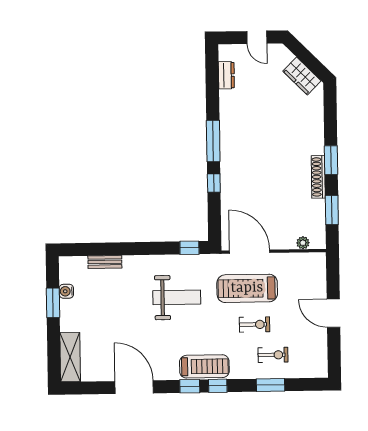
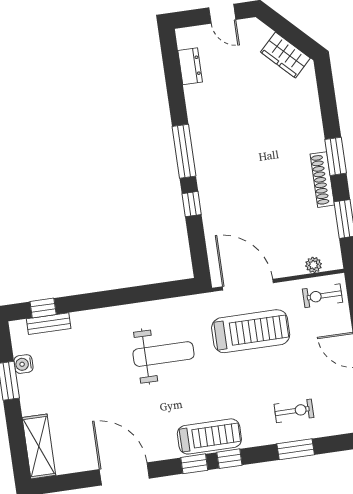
window: (189, 248) -> (43, 308), moved
bench: (105, 262) -> (49, 324), moved
treadmill: (247, 288) -> (251, 331), turned 180
exercise bike: (254, 324) -> (322, 296), moved, turned 180

